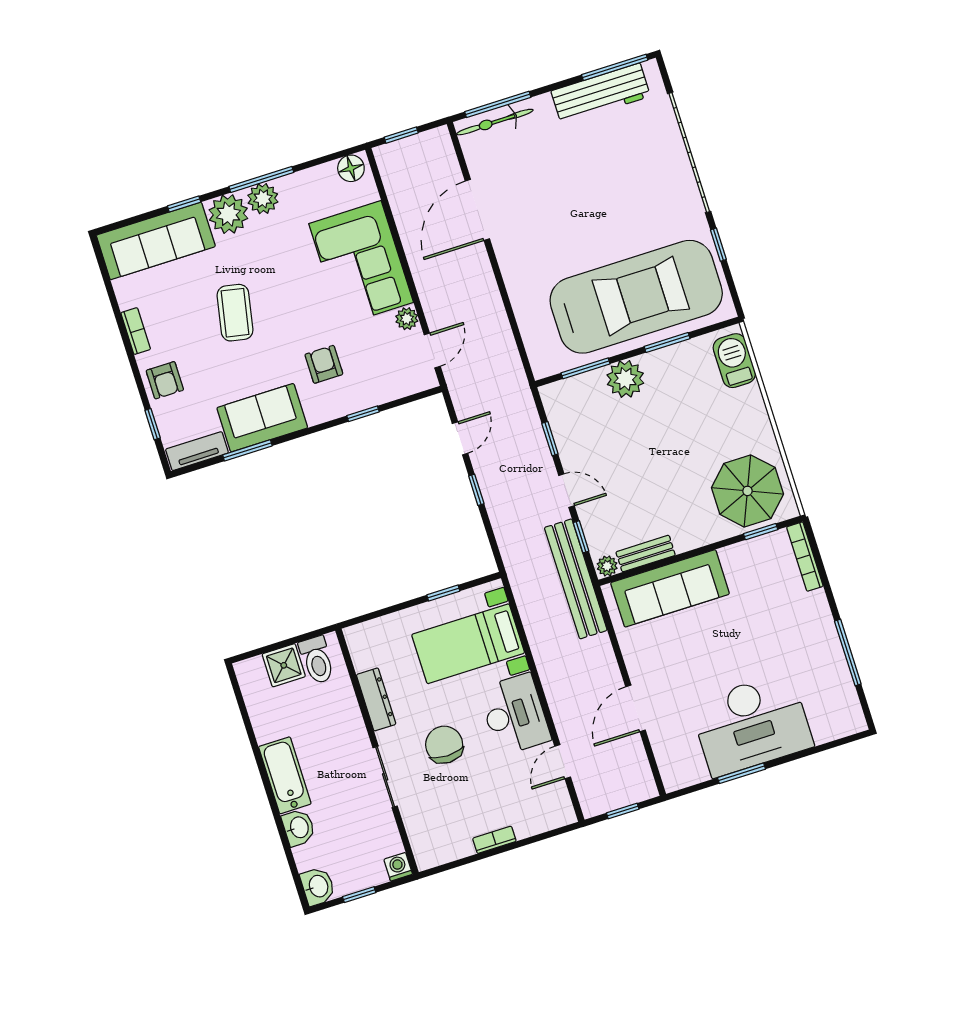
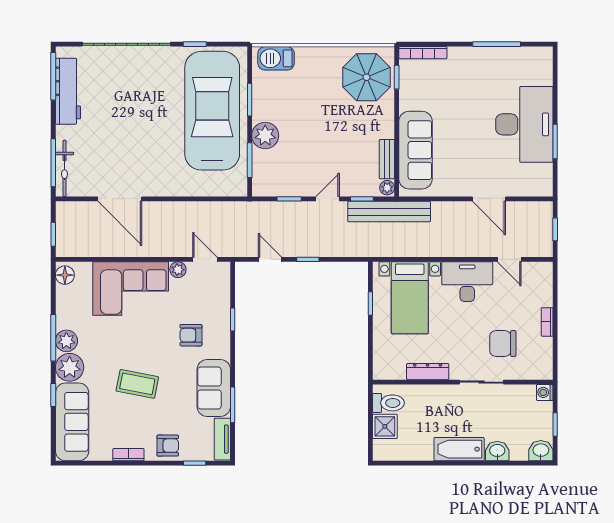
chair: (444, 745) -> (503, 344), moved

